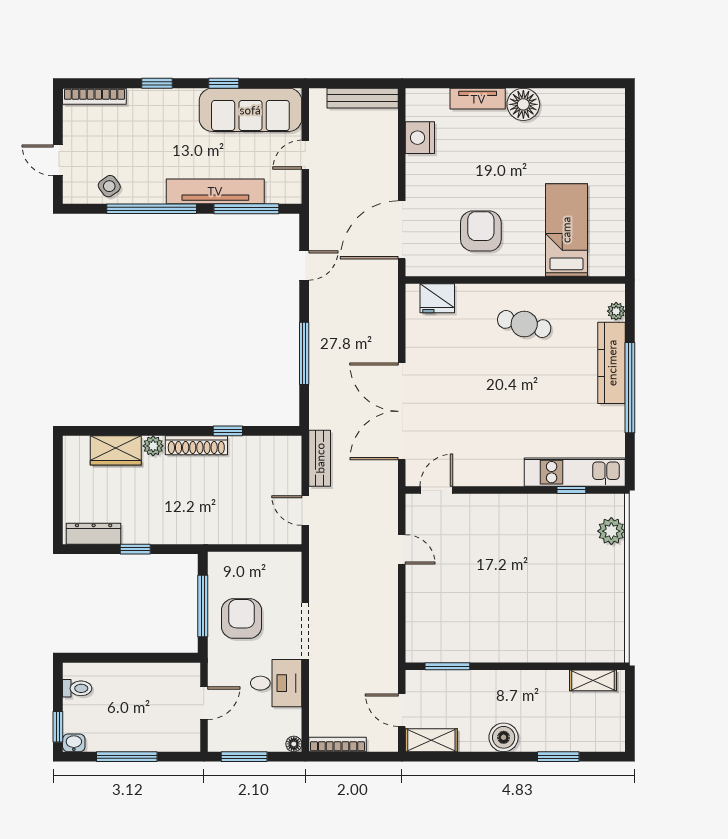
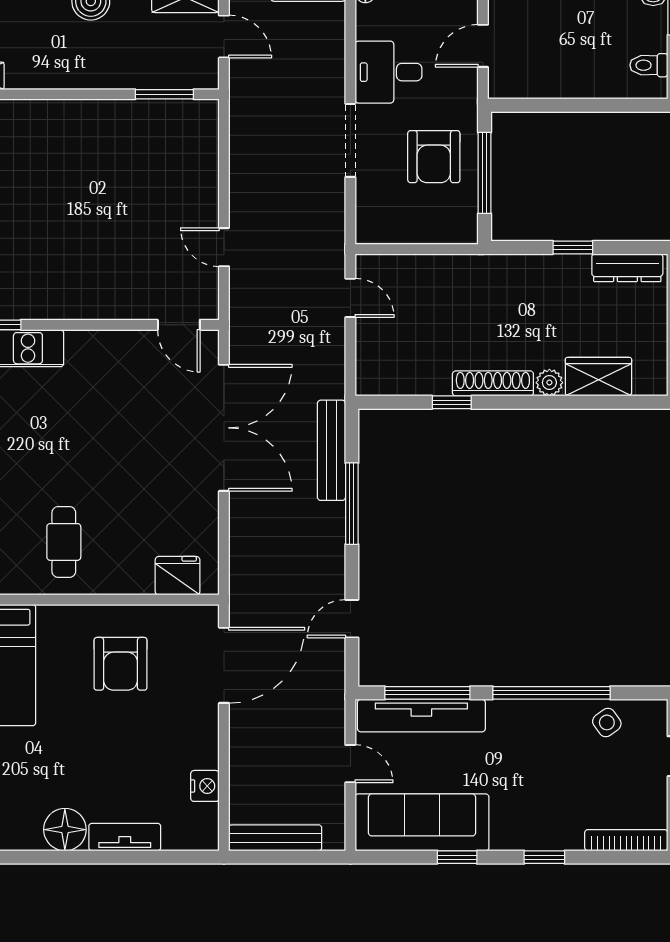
nightstand: (420, 138) -> (205, 786), width x0.74, depth x0.75
door: (305, 155) -> (350, 764), hinge flipped
tv unit: (215, 191) -> (421, 716), moved
cafe table: (524, 324) -> (64, 542), turned 76
bench: (320, 458) -> (331, 450), moved, width x1.36
door: (436, 490) -> (179, 325), hinge flipped

